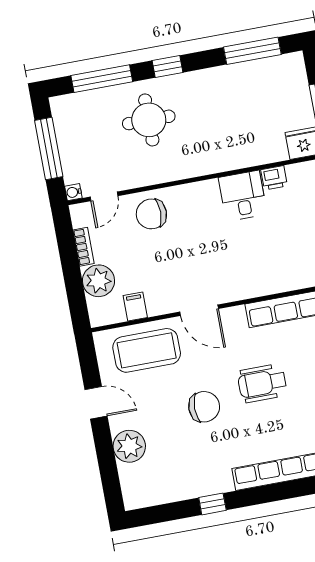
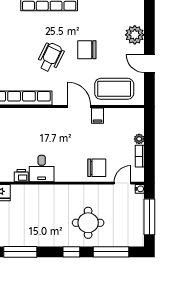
plant: (98, 281) -> (139, 139), width x0.53, depth x0.53
filing cabinet: (135, 307) -> (97, 116), moved
wheelchair: (262, 383) -> (50, 57), turned -64

